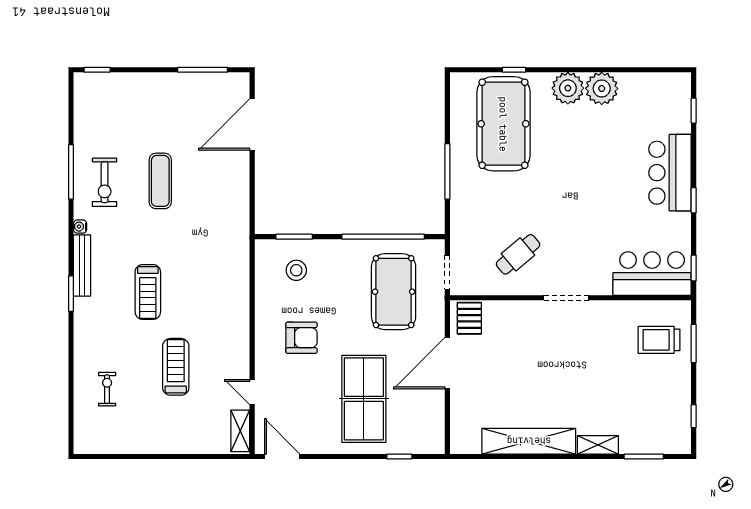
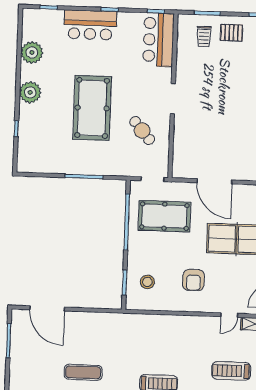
plant: (602, 88) -> (32, 53), moved
pool table: (503, 124) -> (92, 108), moved, turned 90
pallet: (469, 318) -> (231, 33), moved
armchair: (302, 338) -> (193, 280), turned 180
trolley: (659, 340) -> (204, 37), width x0.73, depth x0.72
treadmill: (176, 367) -> (231, 371), moved

